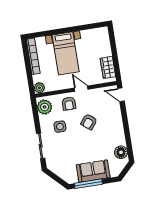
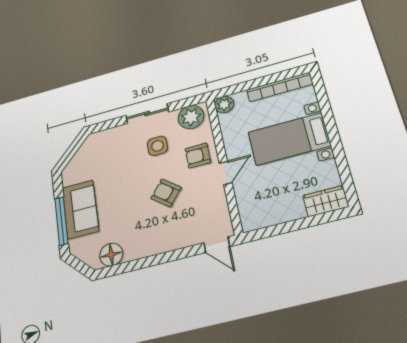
wardrobe: (108, 67) -> (326, 201), moved
door: (121, 95) -> (217, 245), swing flipped
sliding door: (41, 146) -> (147, 114), moved
window: (88, 184) -> (61, 221), moved

